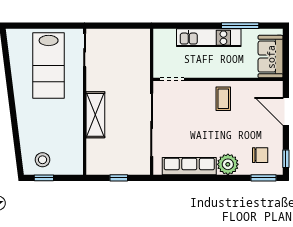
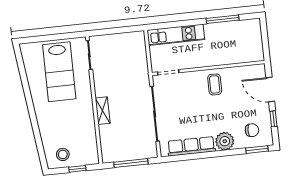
kitchen unit: (209, 38) -> (176, 35), moved
sofa: (271, 57) -> (252, 43), removed
shelving: (95, 115) -> (103, 111), width x0.67, depth x0.75
window: (286, 159) -> (273, 119), moved
window: (44, 178) -> (77, 169), moved
window: (119, 178) -> (131, 163), width x2.17

